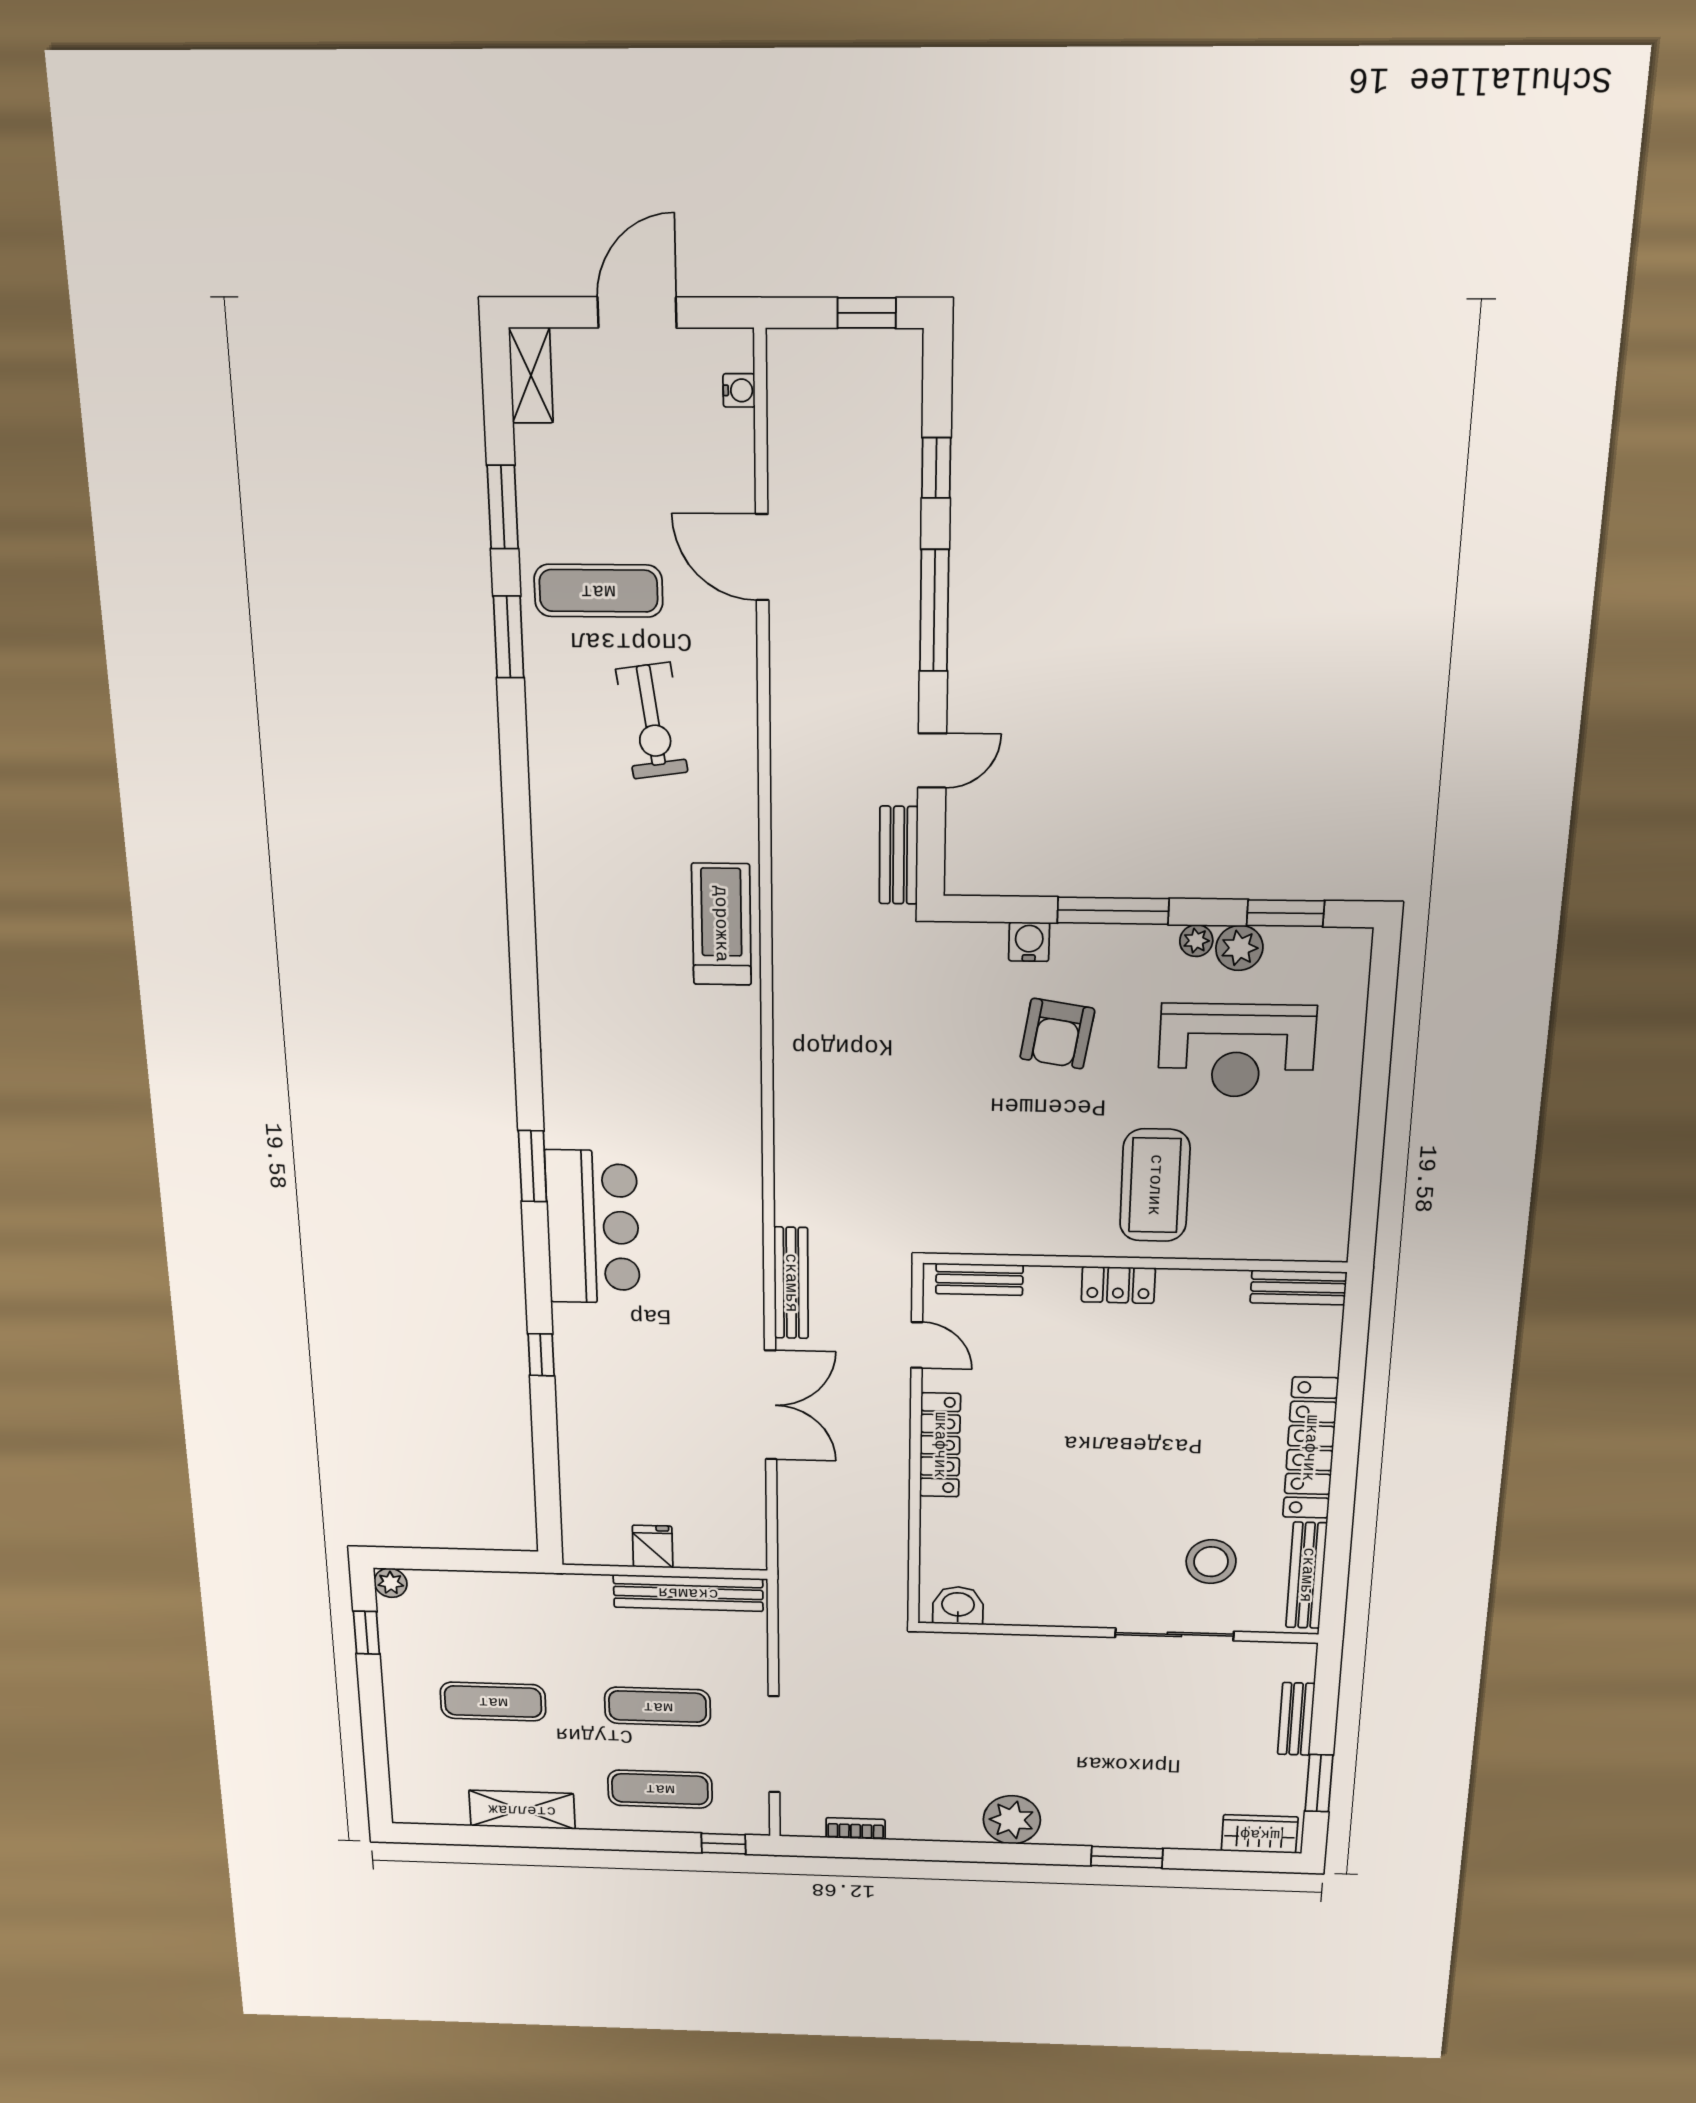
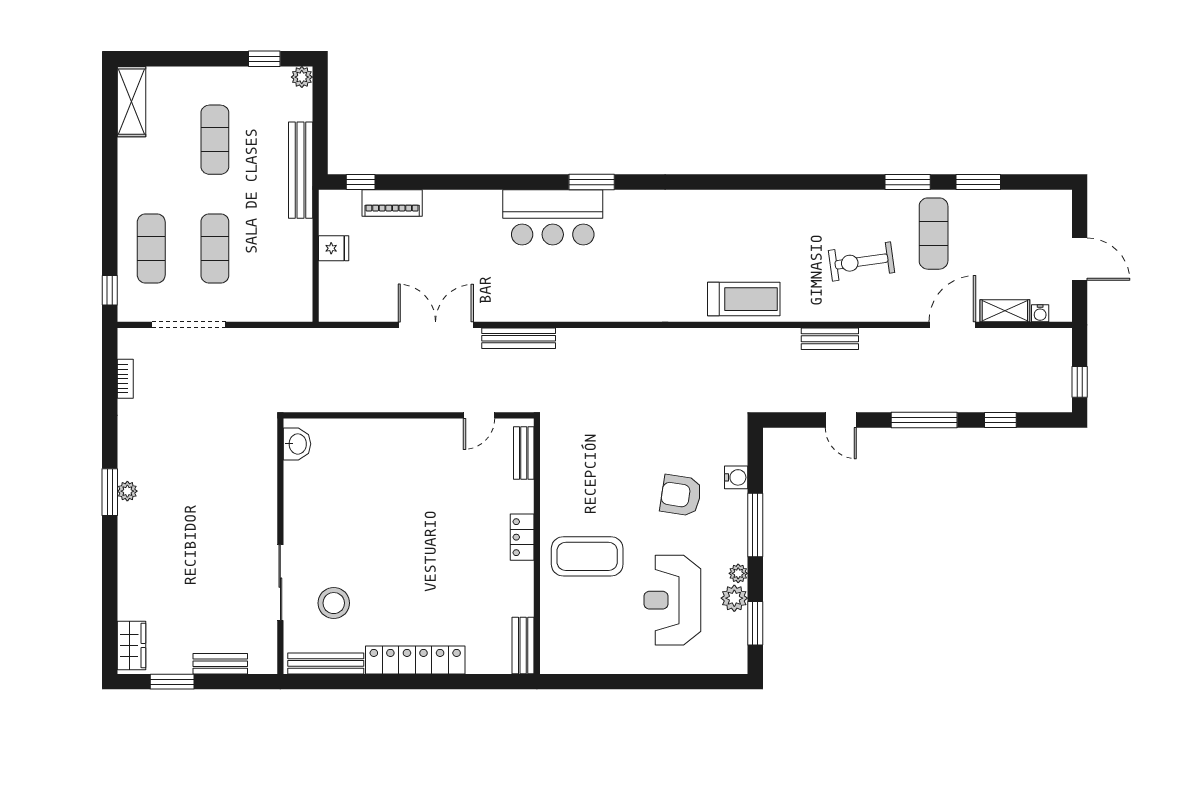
shelving: (531, 375) -> (1005, 311), moved
bench: (899, 855) -> (830, 339), moved
window: (541, 1355) -> (361, 182), moved
double door: (771, 1405) -> (436, 325), swing flipped
locker: (940, 1445) -> (411, 431), removed
piano: (579, 1463) -> (392, 203), added
bench: (688, 1593) -> (301, 170), moved
shelving: (522, 1810) -> (131, 102), moved
plant: (1012, 1820) -> (127, 491), width x0.53, depth x0.53
window: (1127, 1857) -> (110, 492), moved

